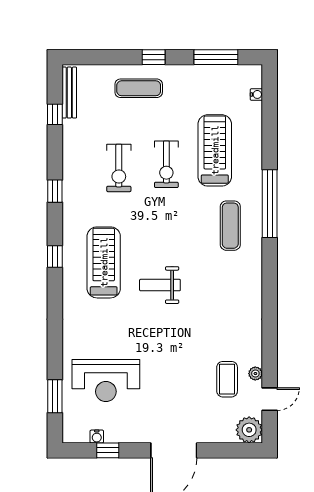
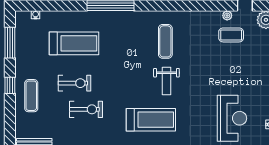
treadmill: (215, 150) -> (74, 43), turned 180
exercise bike: (166, 164) -> (75, 83), moved
exercise mat: (230, 226) -> (165, 41), moved, turned 90
treadmill: (104, 262) -> (151, 120), turned 180

